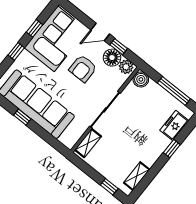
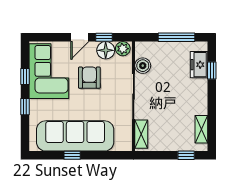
armchair: (83, 68) -> (89, 78), turned 180
boiler: (141, 79) -> (143, 66), moved
window: (172, 149) -> (212, 71), moved

